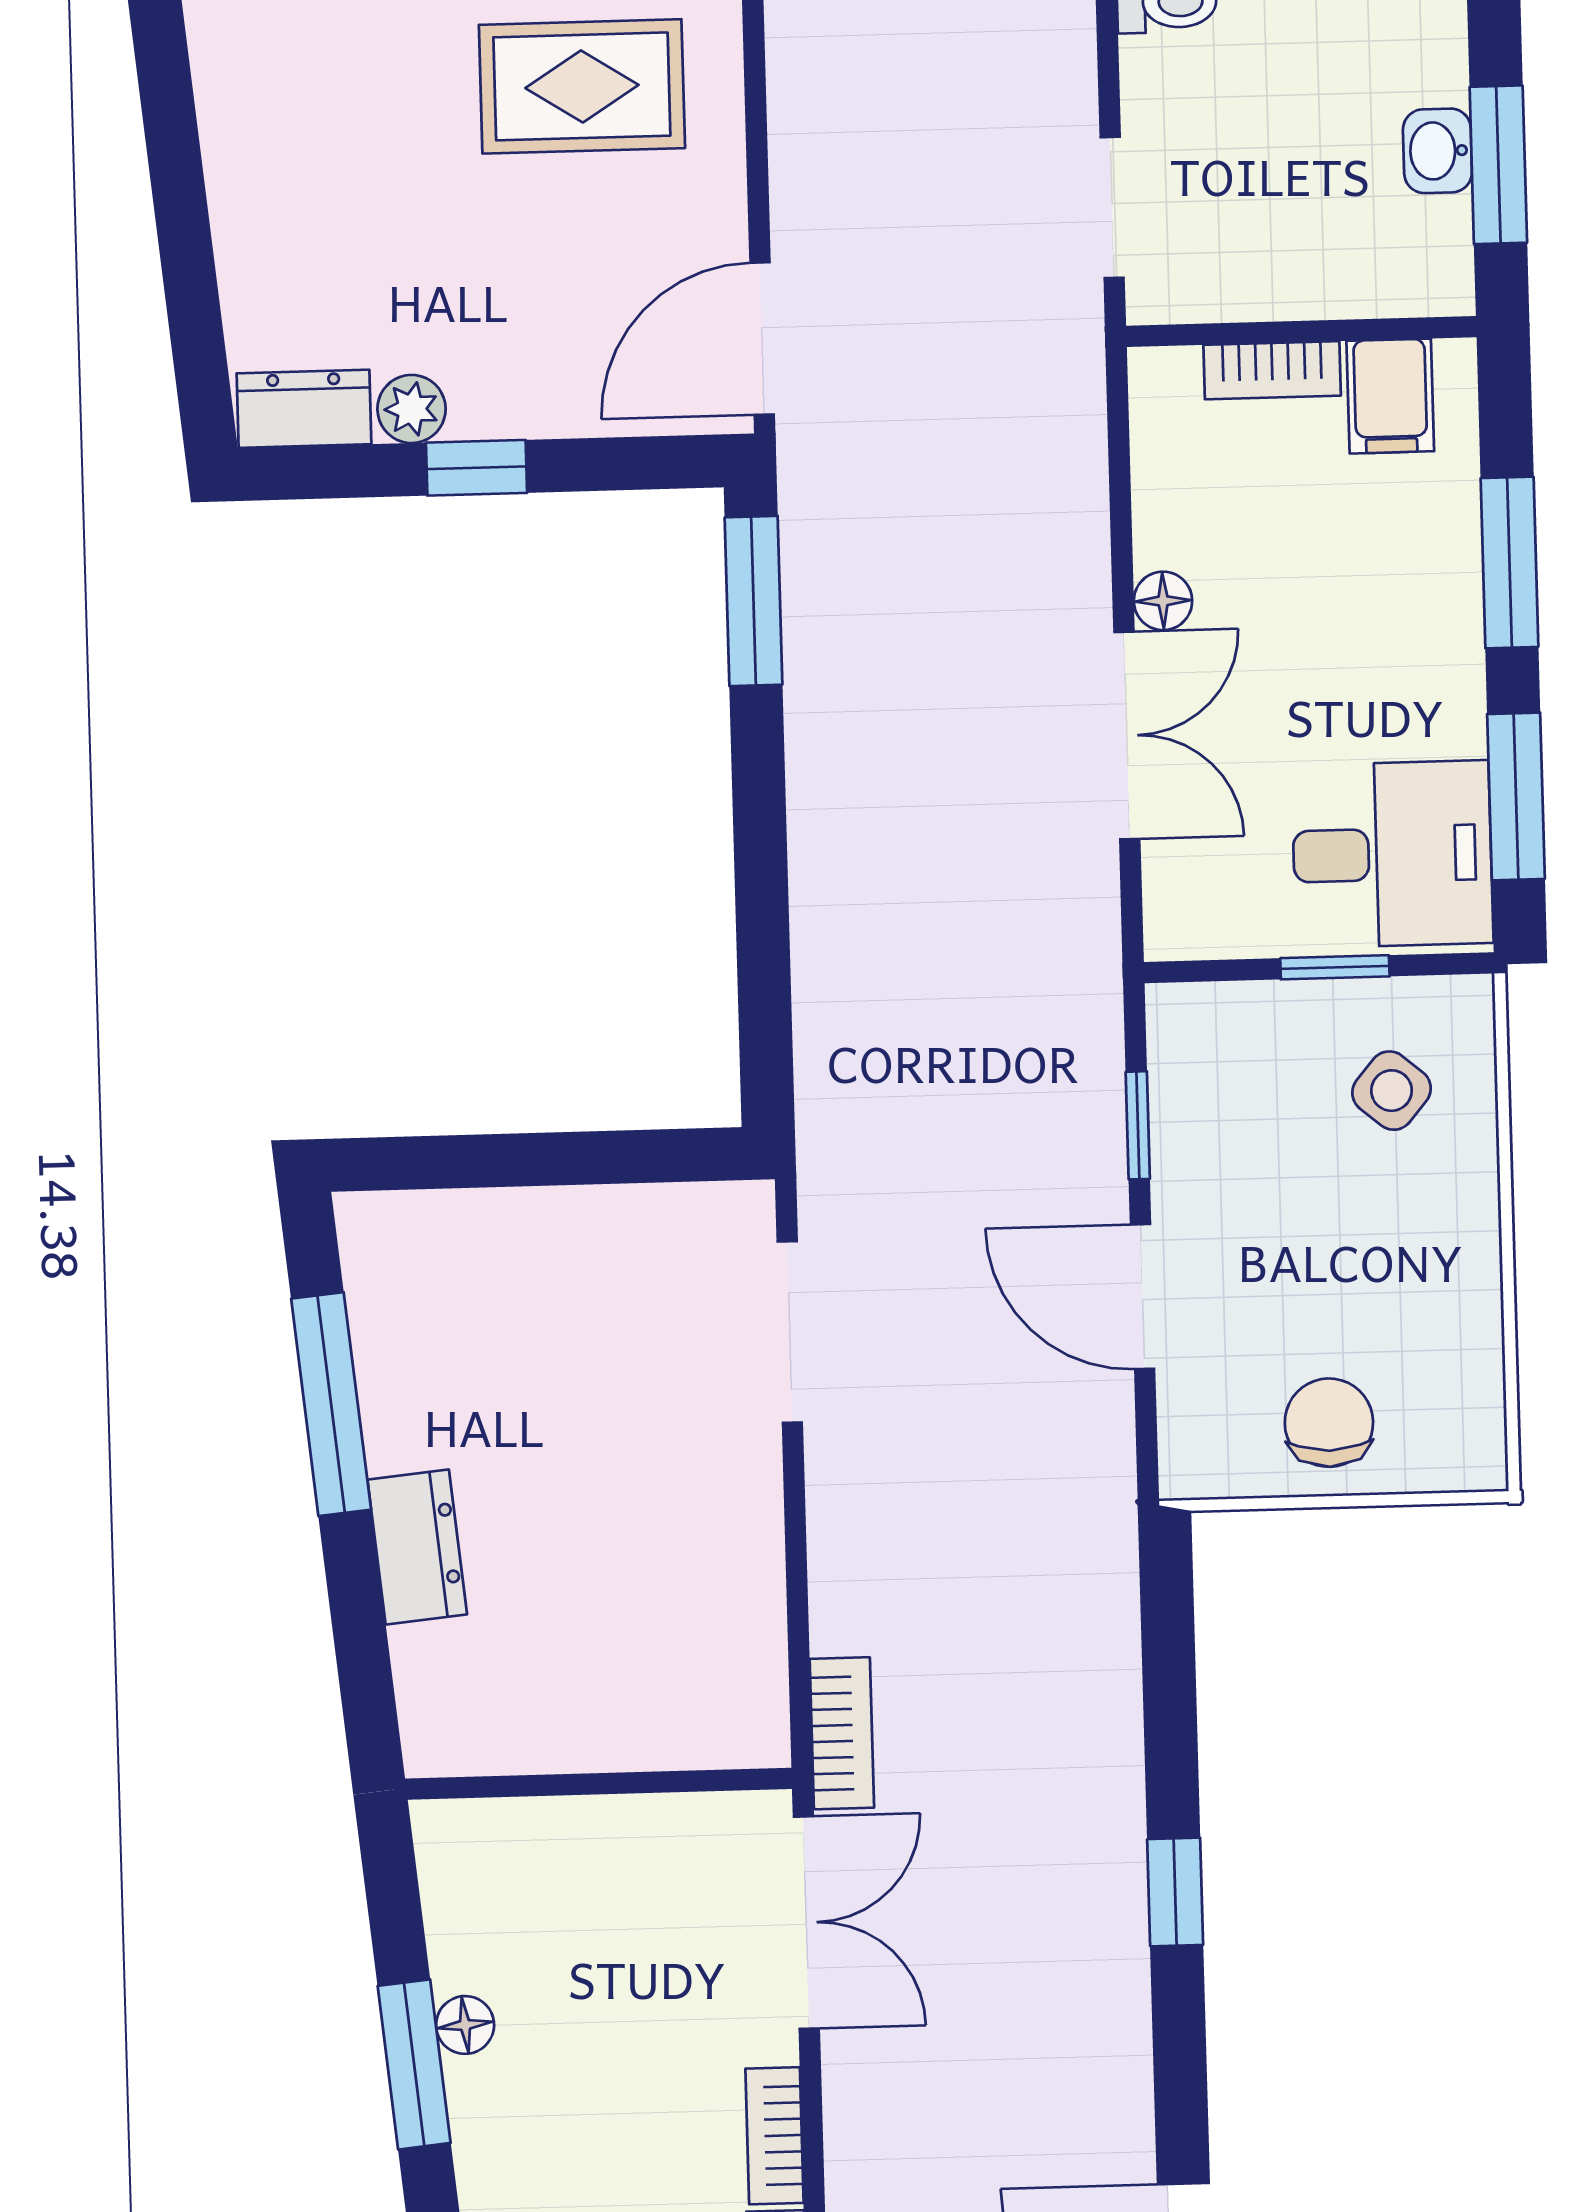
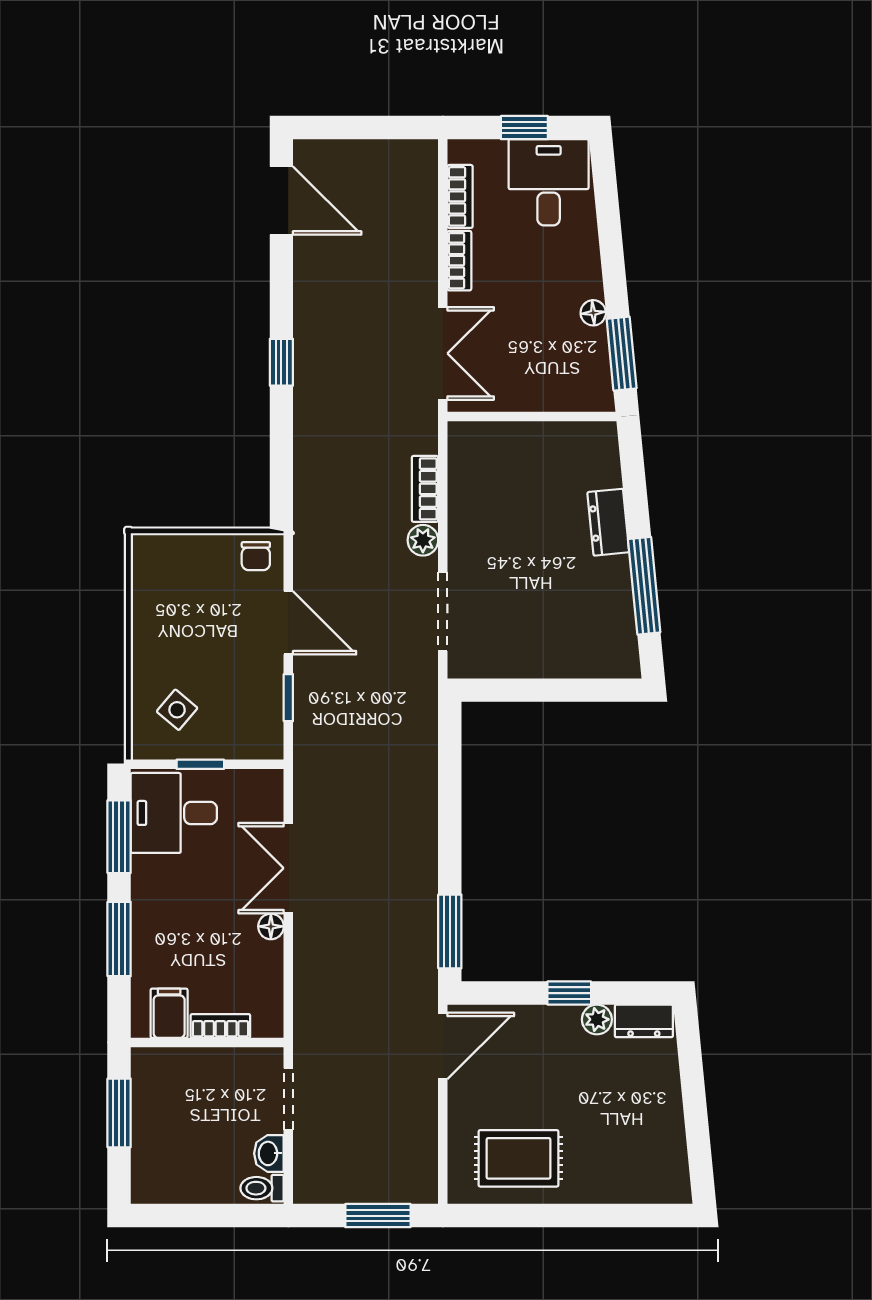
washbasin: (1437, 151) -> (269, 1153), moved, turned 180
chair: (1329, 1423) -> (256, 556), moved, width x0.73, depth x0.73
plant: (840, 1494) -> (423, 540), added
bookcase: (842, 1733) -> (425, 489), moved
double door: (806, 1923) -> (443, 353), swing flipped
window: (414, 2064) -> (622, 354), moved

